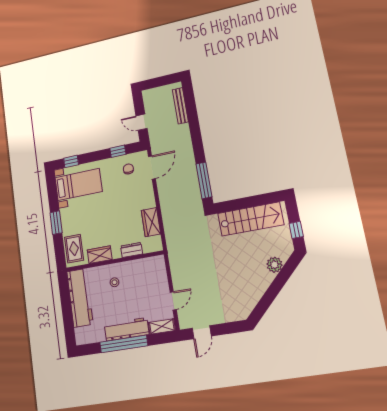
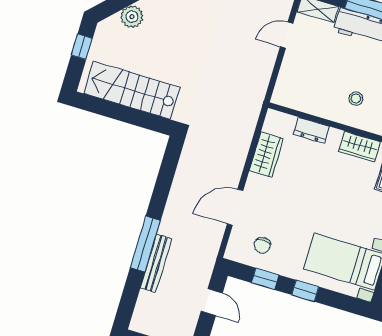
bench: (180, 106) -> (156, 263), moved
window: (71, 161) -> (305, 291), moved
door: (152, 167) -> (235, 207), moved
window: (204, 180) -> (145, 244), moved

